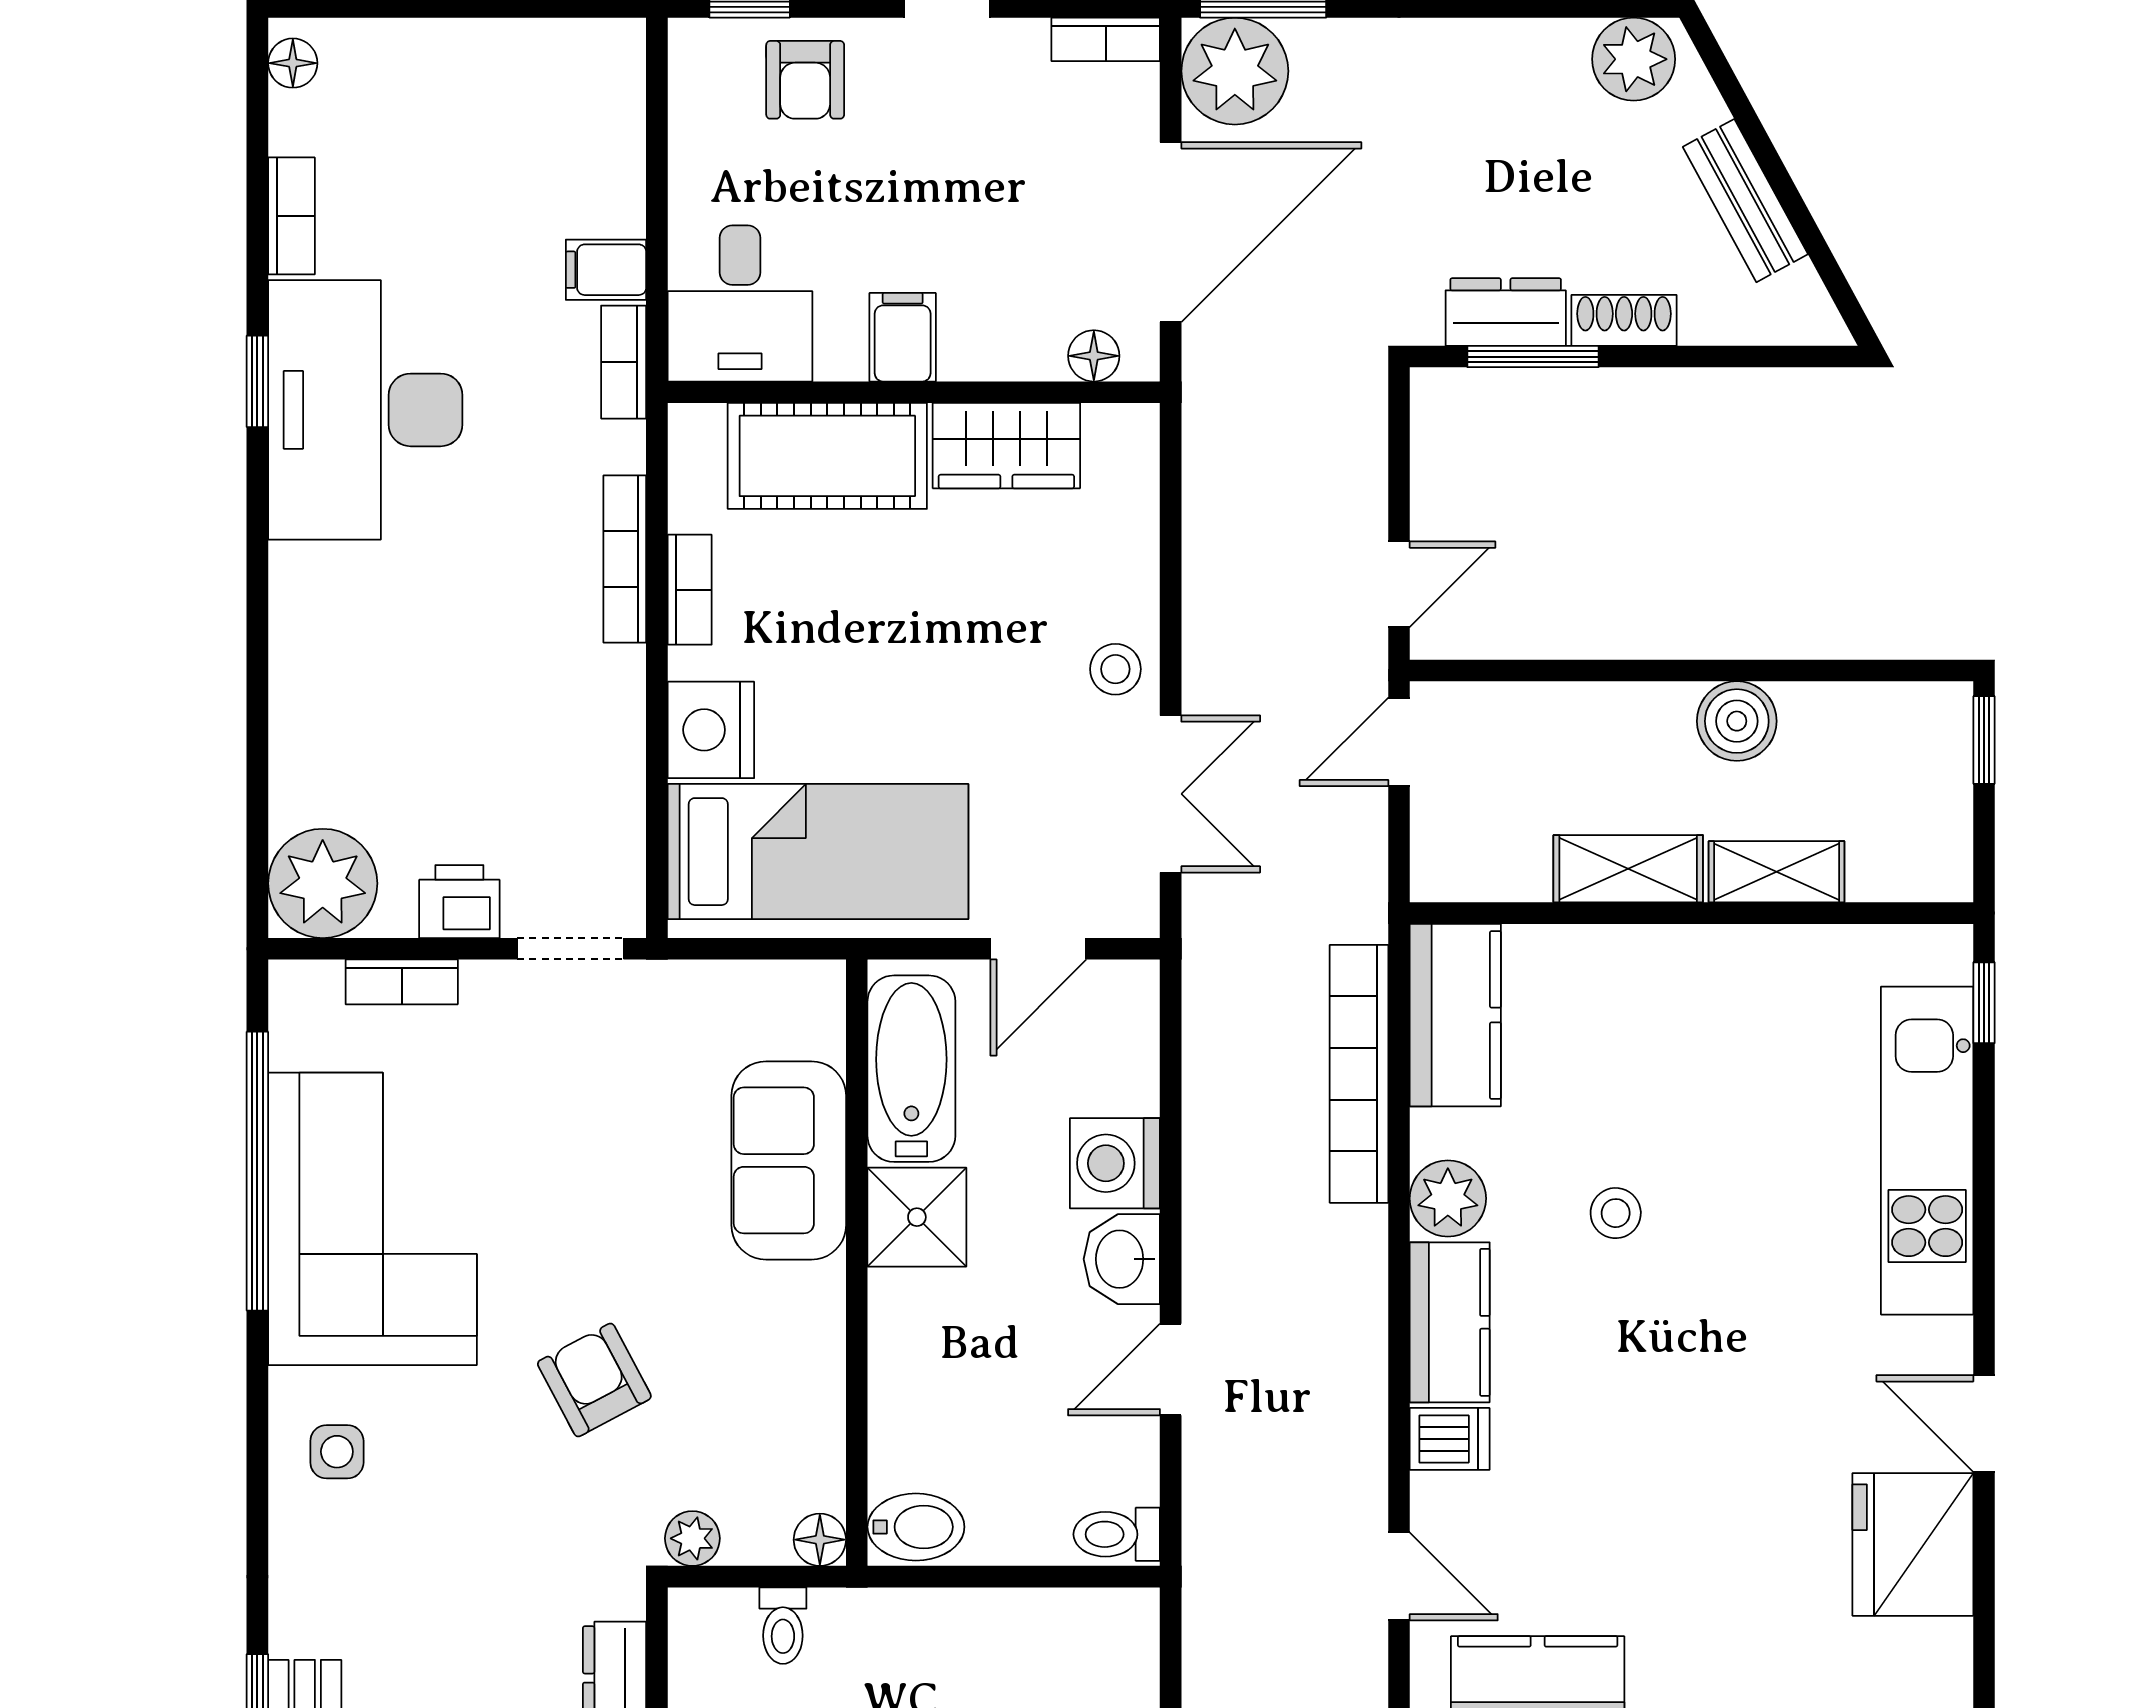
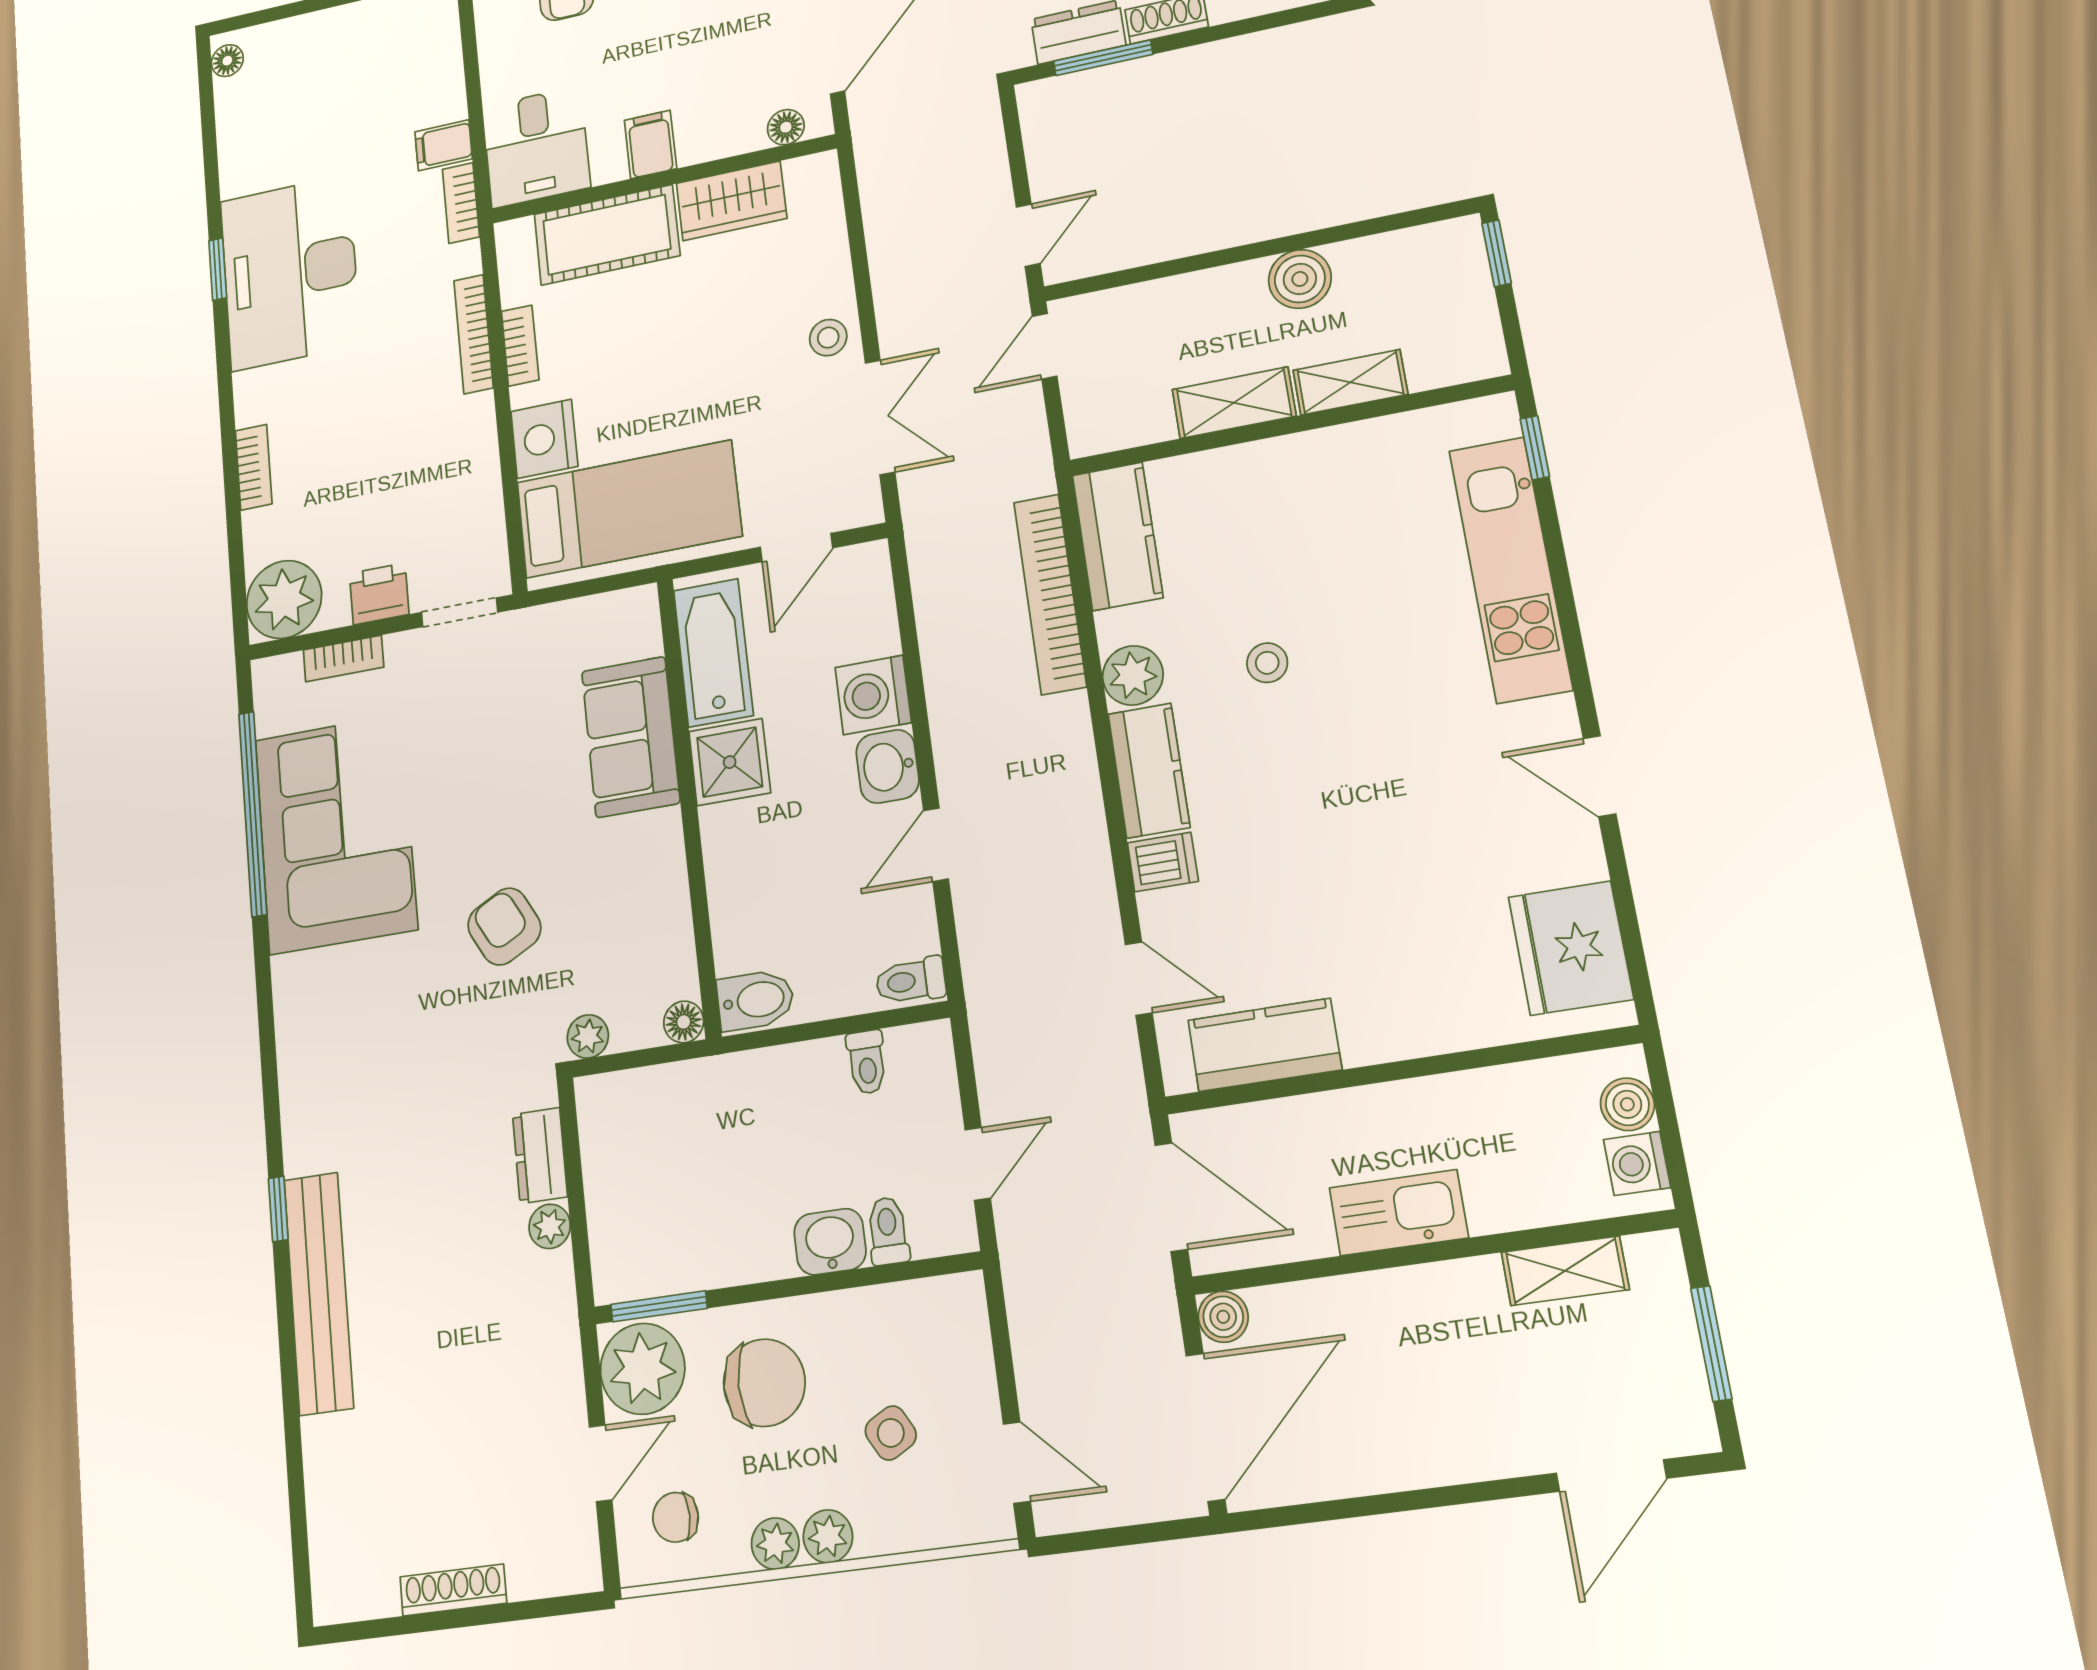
bookcase: (291, 216) -> (254, 467), moved
side table: (337, 1452) -> (323, 1012), removed
fridge: (1913, 1544) -> (1571, 948), moved
toilet: (783, 1626) -> (867, 1062), moved

